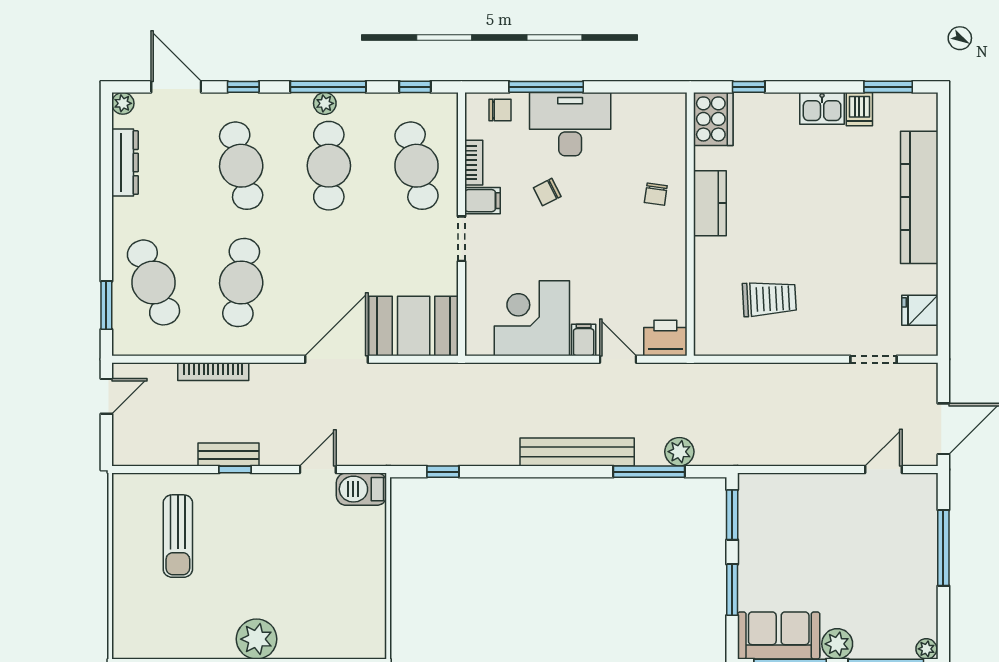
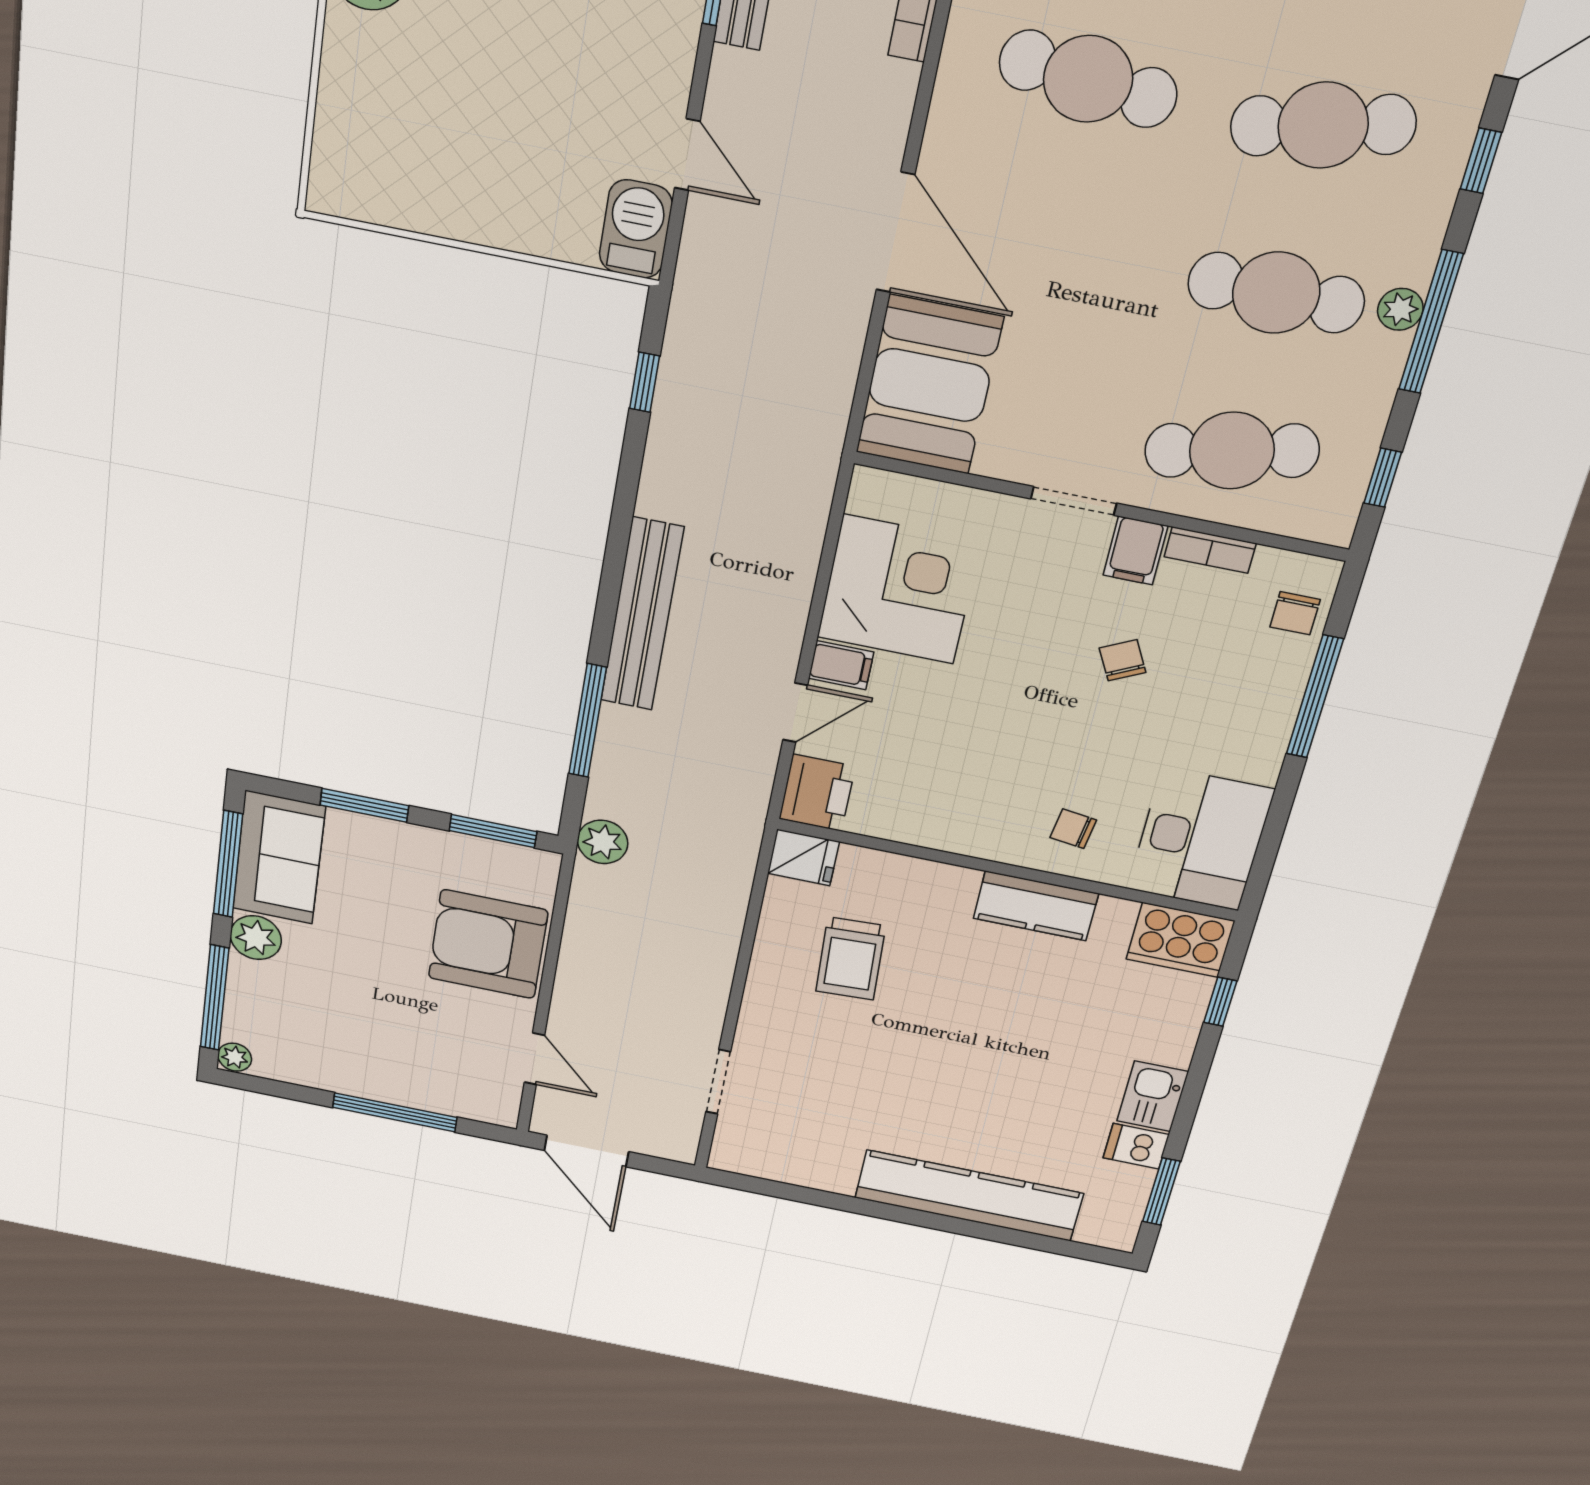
desk: (570, 124) -> (1201, 839), moved
fridge: (920, 310) -> (803, 857), moved, turned 90
plant: (679, 452) -> (603, 842), moved
armchair: (809, 508) -> (488, 944), added

